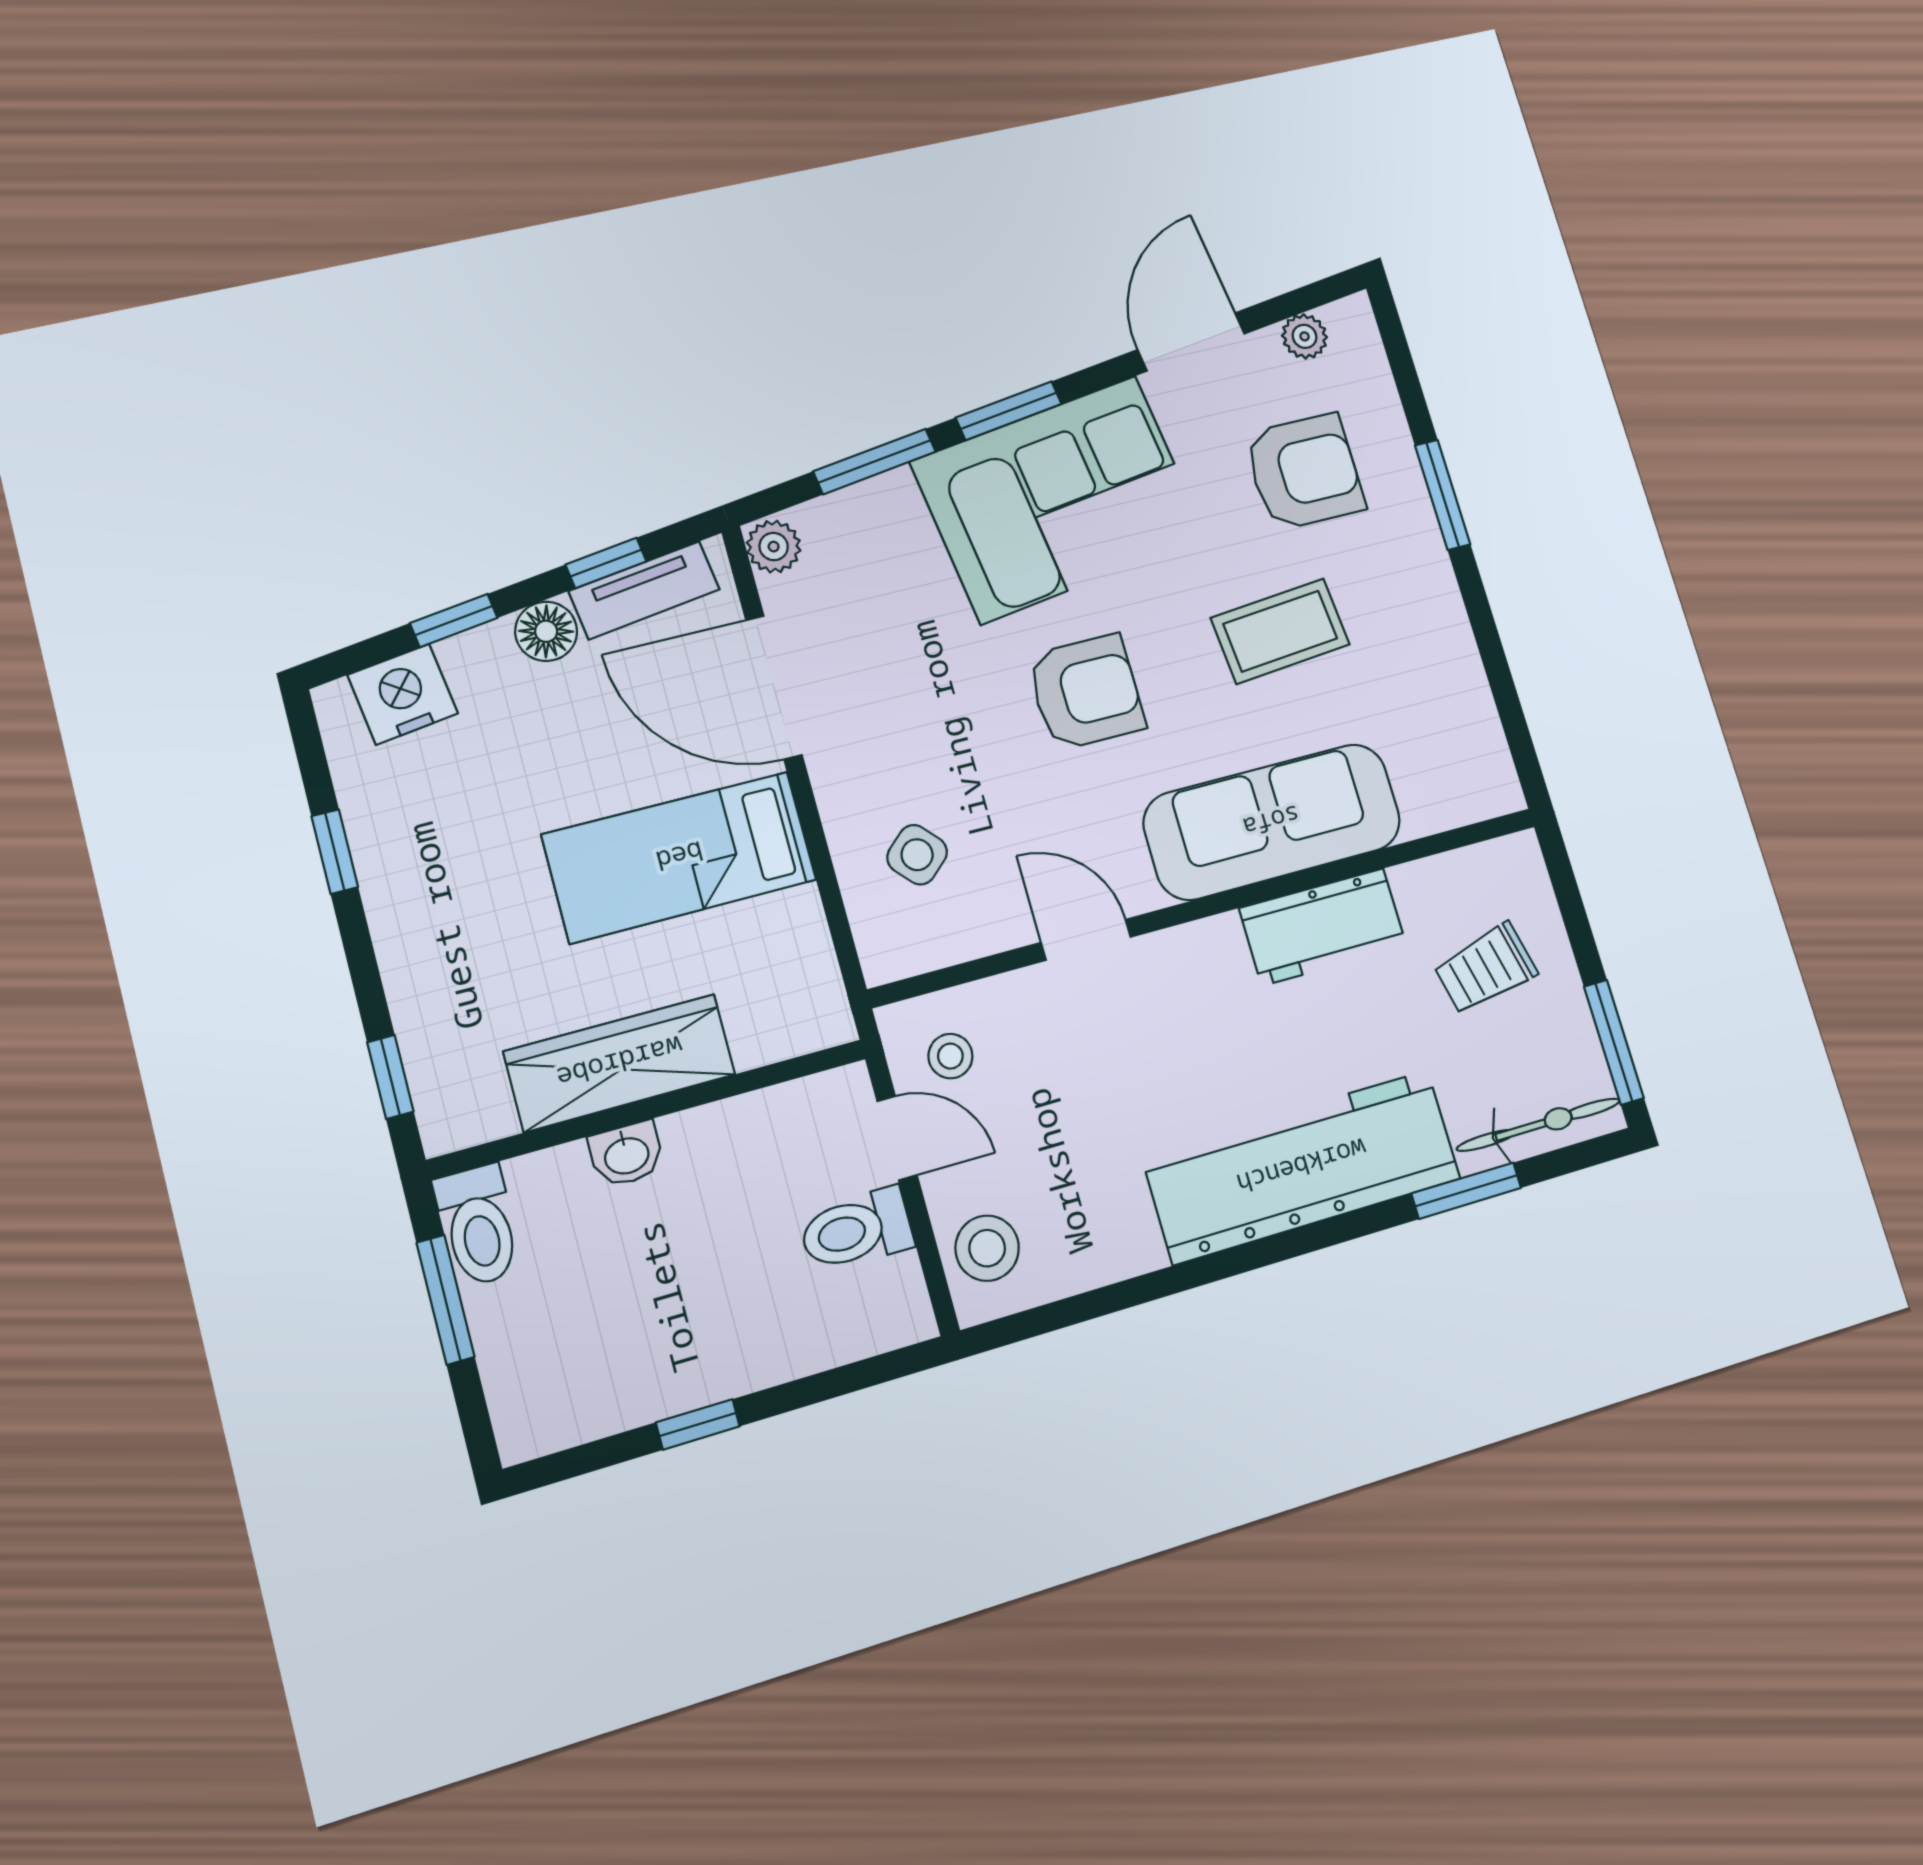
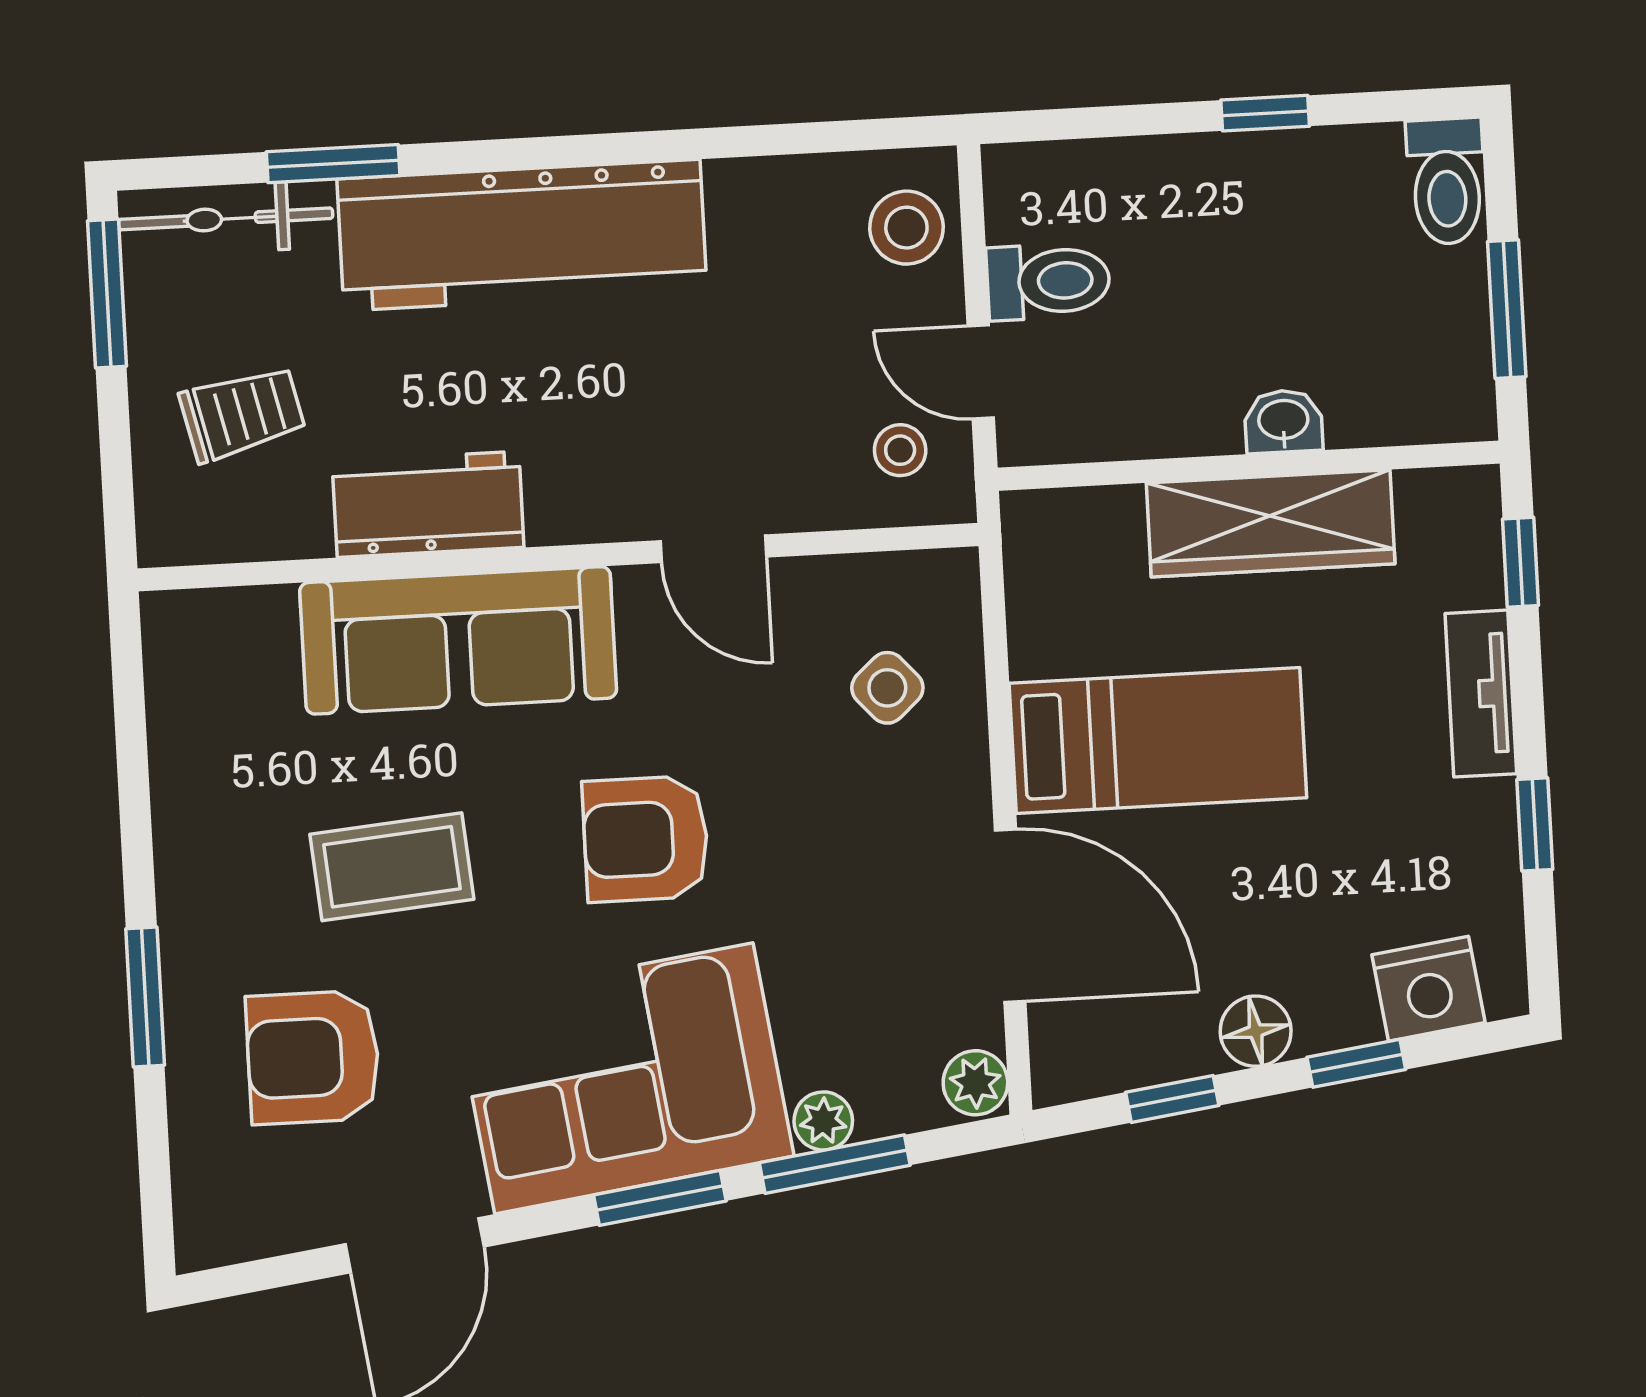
plant: (1305, 336) -> (823, 1121), moved
tv unit: (644, 590) -> (1481, 694), moved, turned -82
toilet: (478, 1226) -> (1446, 181), moved, turned 180

